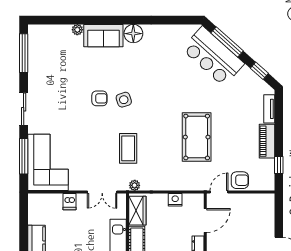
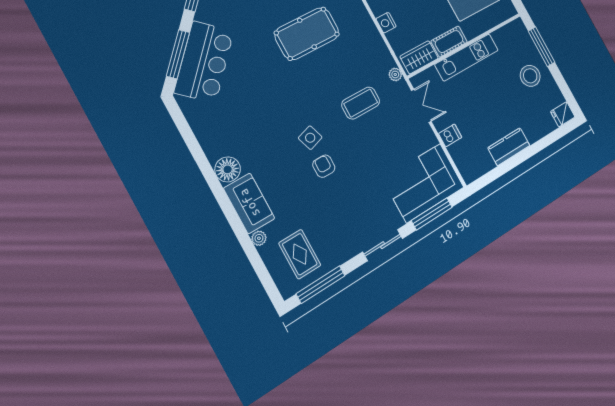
rug: (51, 50) -> (300, 254), added

